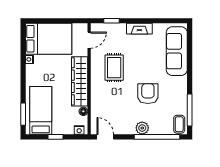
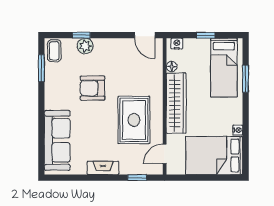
rug: (114, 68) -> (134, 120), width x1.36, depth x1.43
armchair: (148, 94) -> (92, 88), turned 90
window: (190, 110) -> (41, 68), width x0.69
window: (23, 114) -> (246, 79), moved
plant: (142, 128) -> (85, 46), moved
window: (157, 137) -> (81, 35), width x0.32

